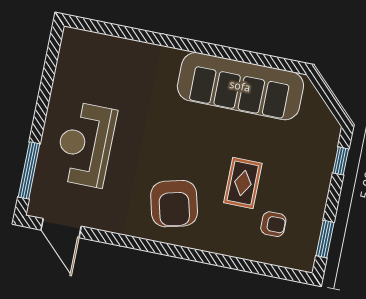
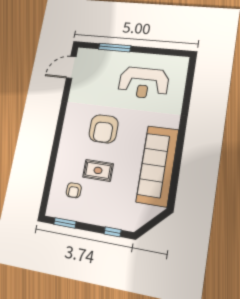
reception desk: (85, 145) -> (143, 83), moved, turned 180
window: (29, 170) -> (115, 47), moved
armchair: (174, 204) -> (104, 129), moved, turned -76

